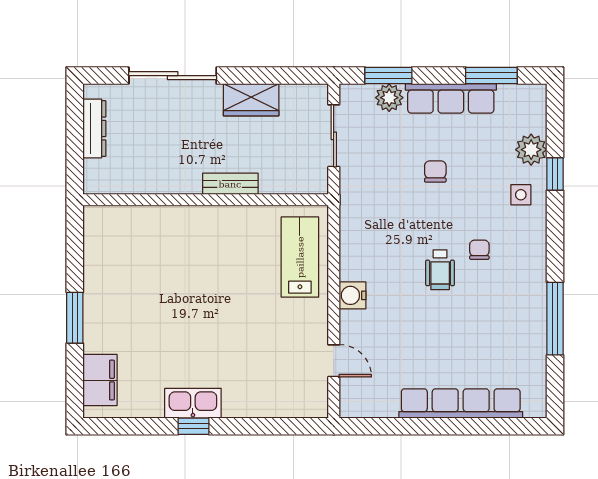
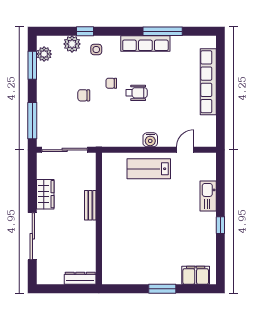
window: (388, 76) -> (32, 121), width x1.44
plant: (389, 98) -> (44, 54), moved
row of seats: (451, 98) -> (145, 43), moved, turned 90
dresser: (94, 128) -> (80, 278), moved
sliding door: (334, 136) -> (65, 150), width x1.37
chair: (479, 250) -> (111, 83), moved
lab bench: (300, 257) -> (149, 169), moved
kitchen sink: (193, 403) -> (208, 196), moved

